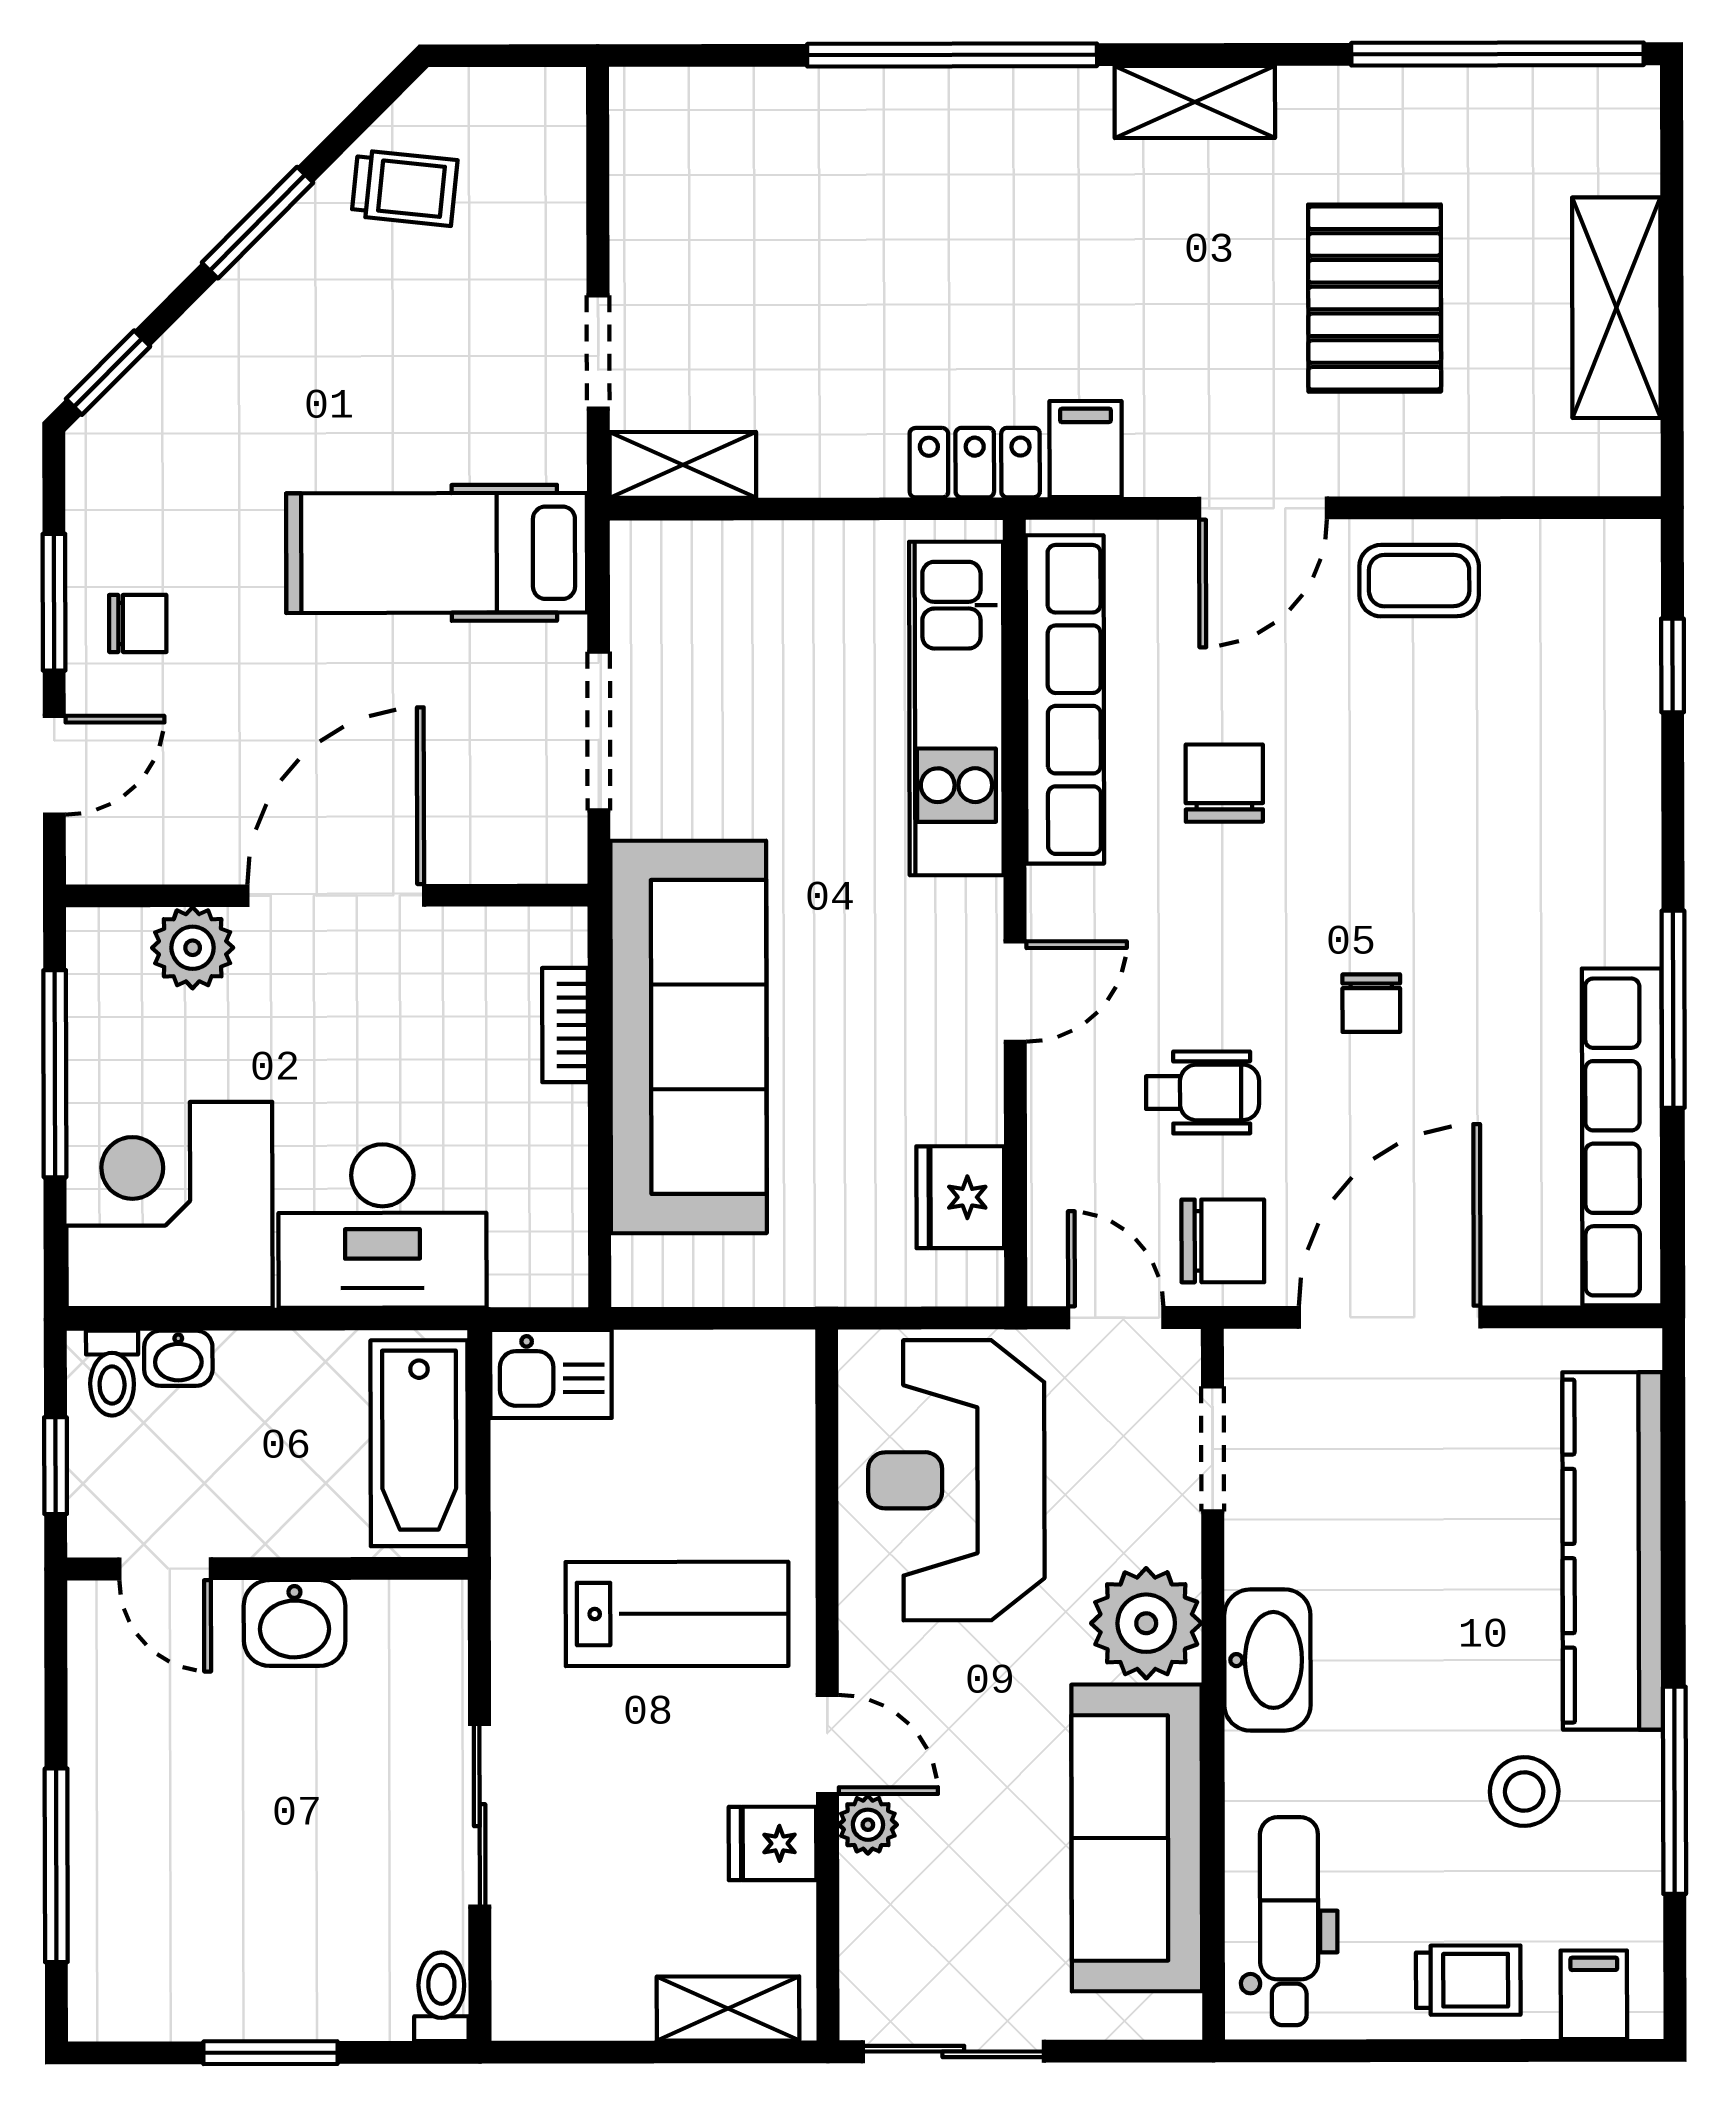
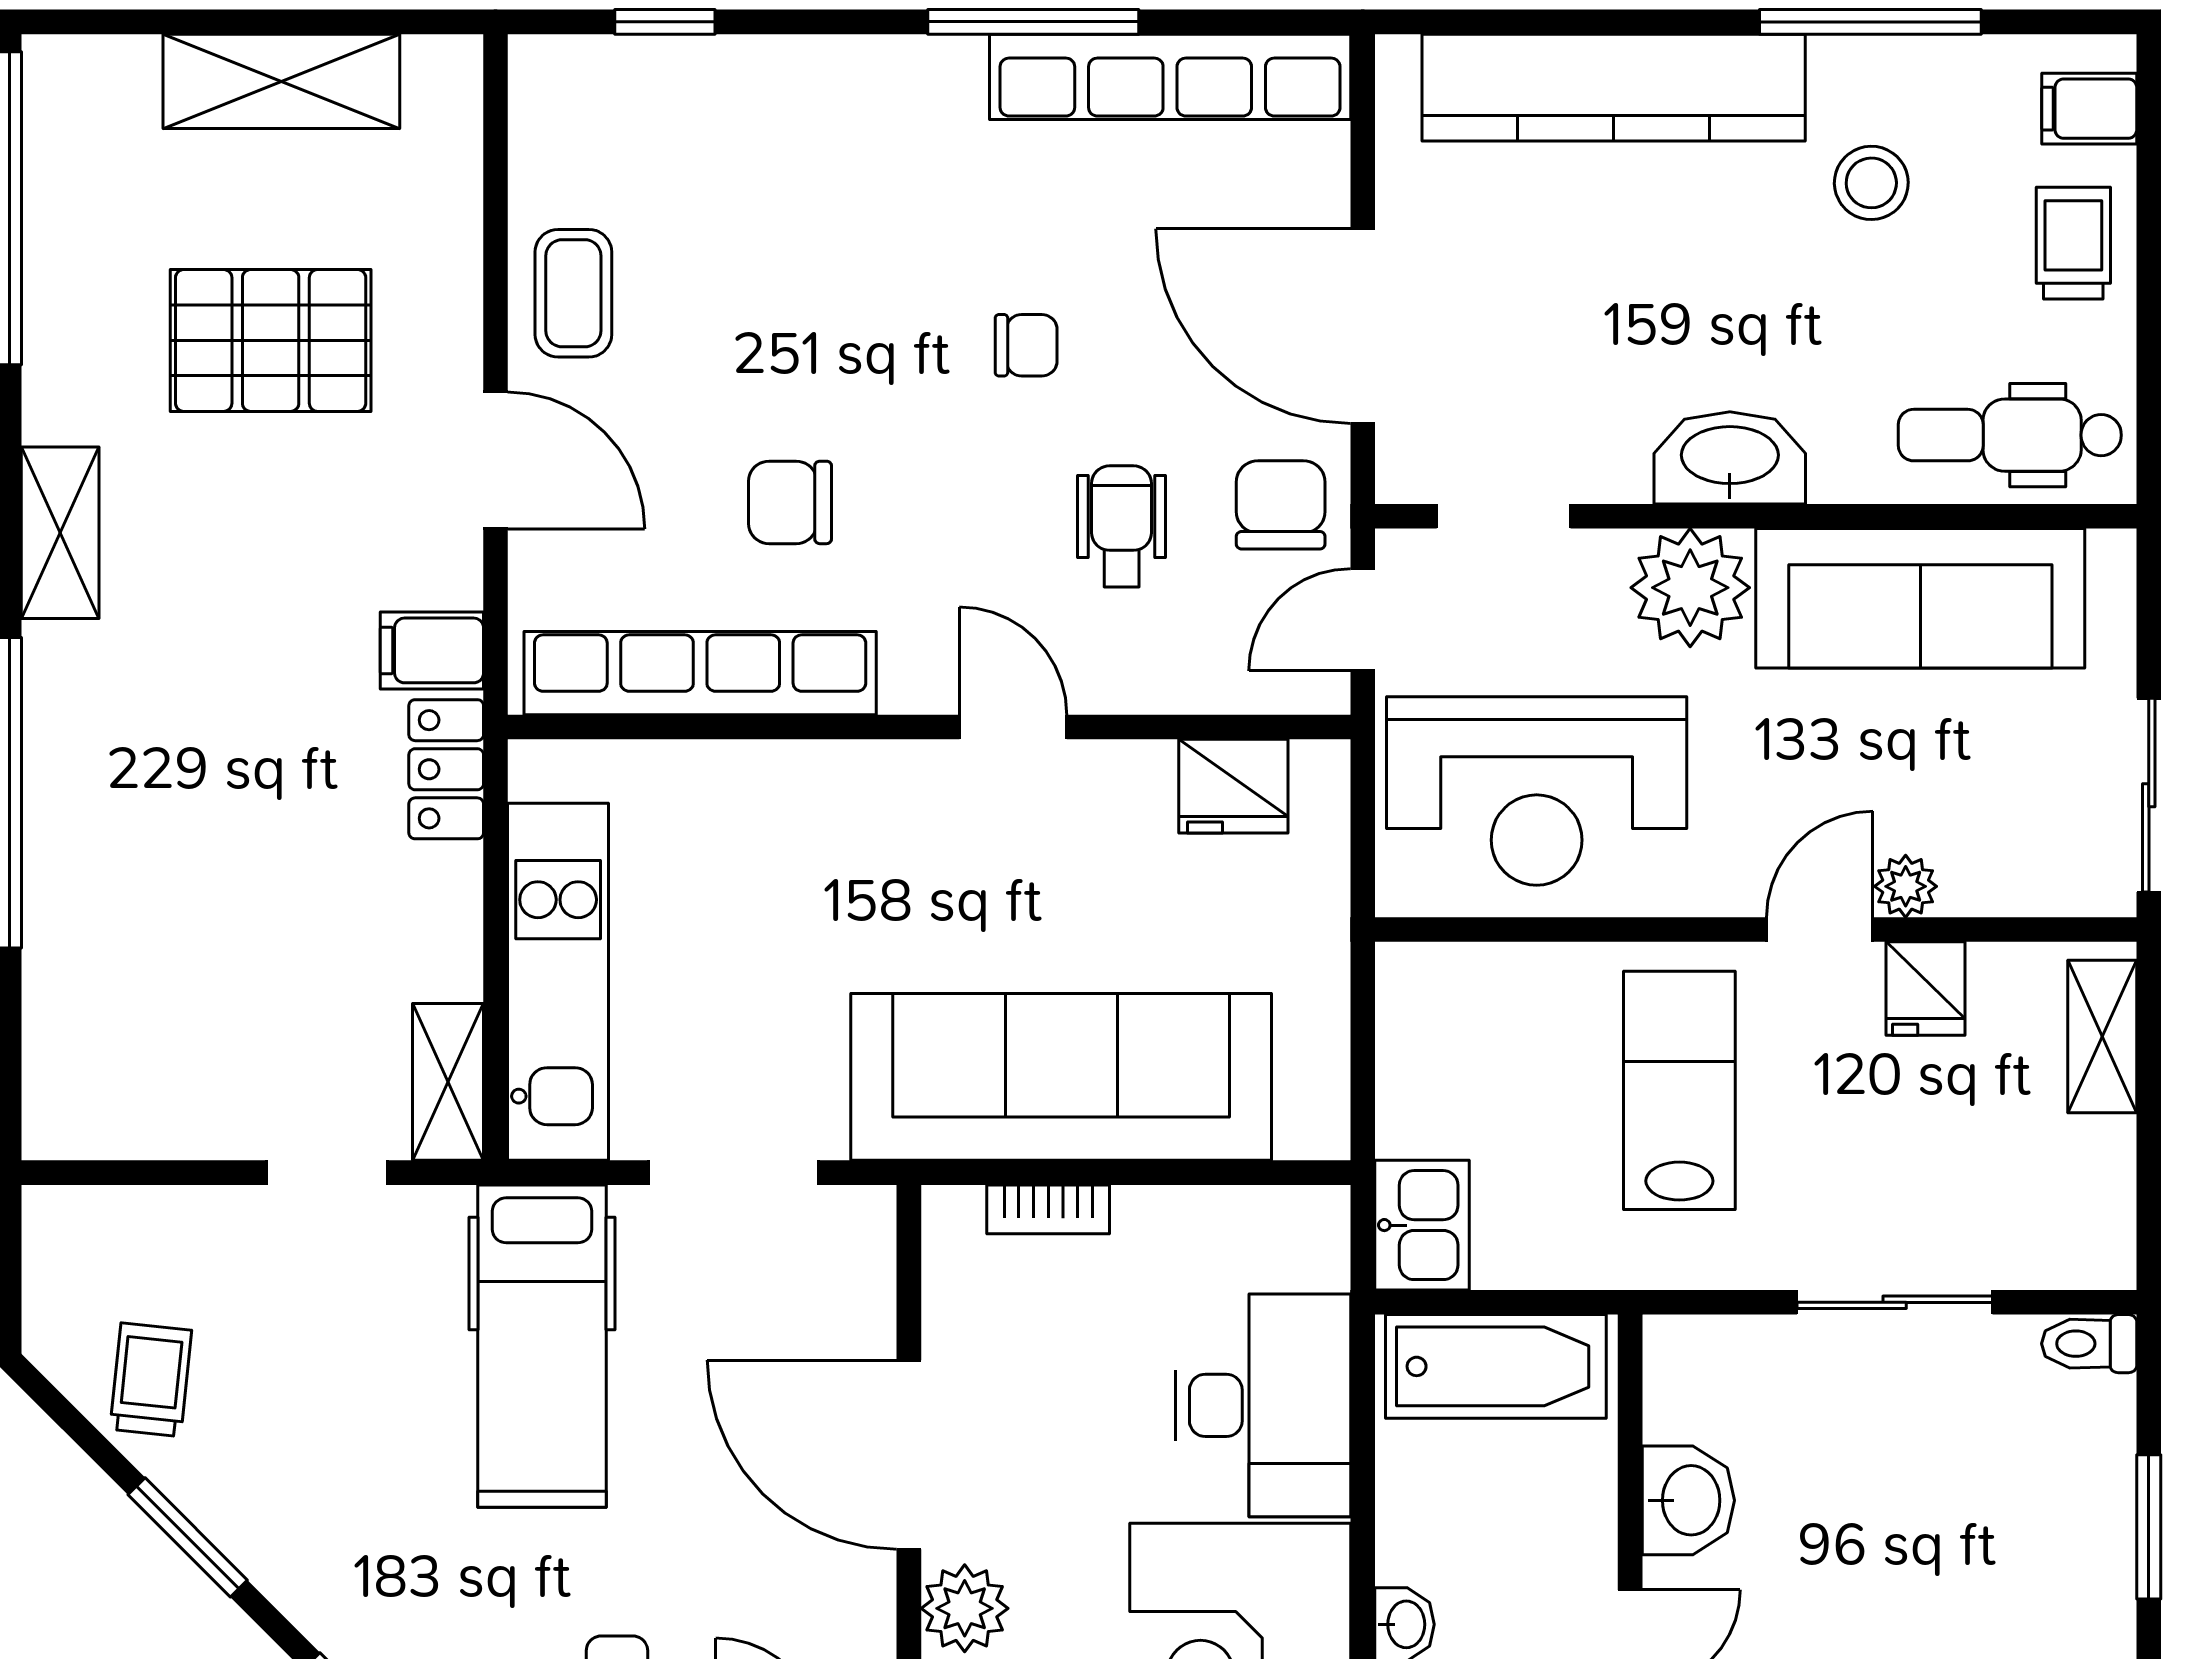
kitchen unit: (956, 708) -> (558, 982), moved, turned -90

